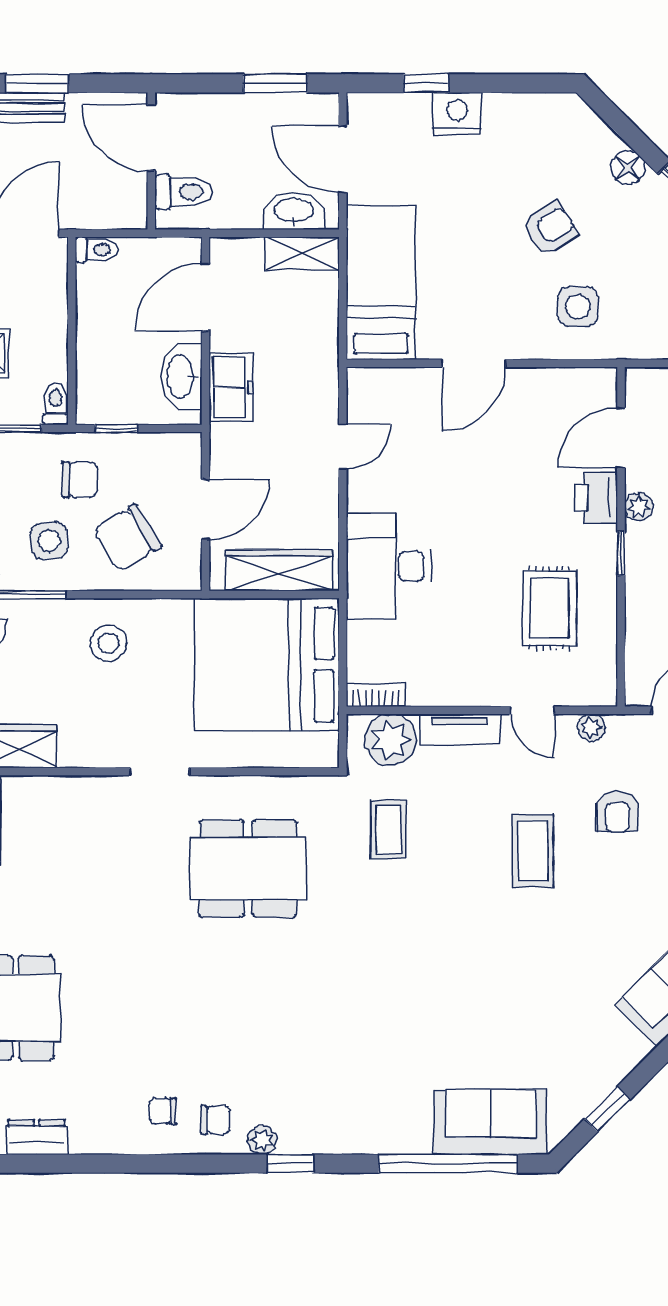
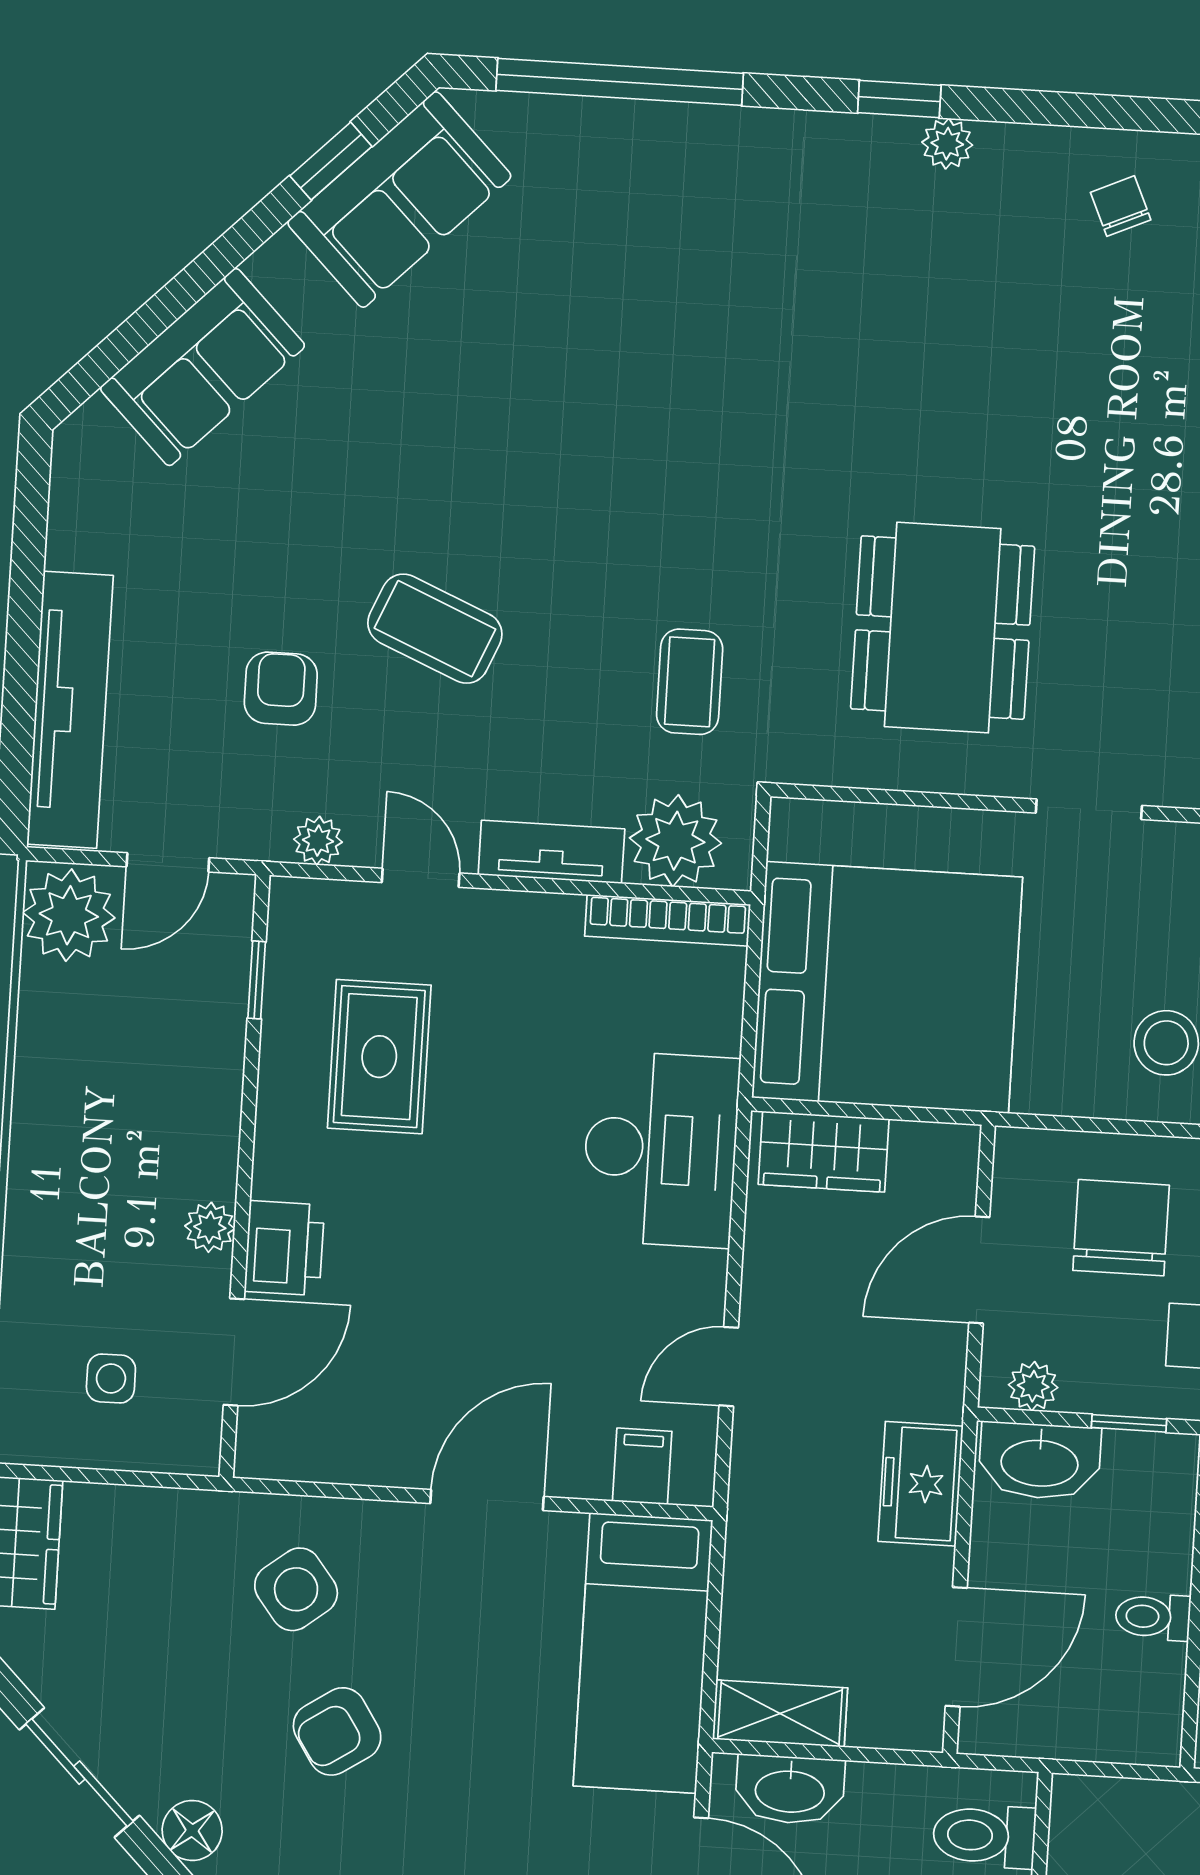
toilet: (96, 250) -> (1153, 1617), moved
side table: (578, 307) -> (296, 1589), turned -38
washbasin: (181, 377) -> (1040, 1461), moved, turned 90
filing cabinet: (388, 388) -> (642, 1466), added
plant: (171, 446) -> (1033, 1386), added
chair: (127, 538) -> (1121, 1228), turned -59
window: (621, 553) -> (257, 980), moved
wardrobe: (279, 570) -> (824, 1152), width x0.67
bookcase: (376, 695) -> (668, 920), width x1.56
coffee table: (533, 851) -> (435, 629), turned -67
dining table: (248, 869) -> (943, 628), turned 90
chair: (163, 1111) -> (1121, 206), turned -114
chair: (216, 1120) -> (1028, 185), removed
sofa: (491, 1122) -> (399, 199), moved, turned -45

